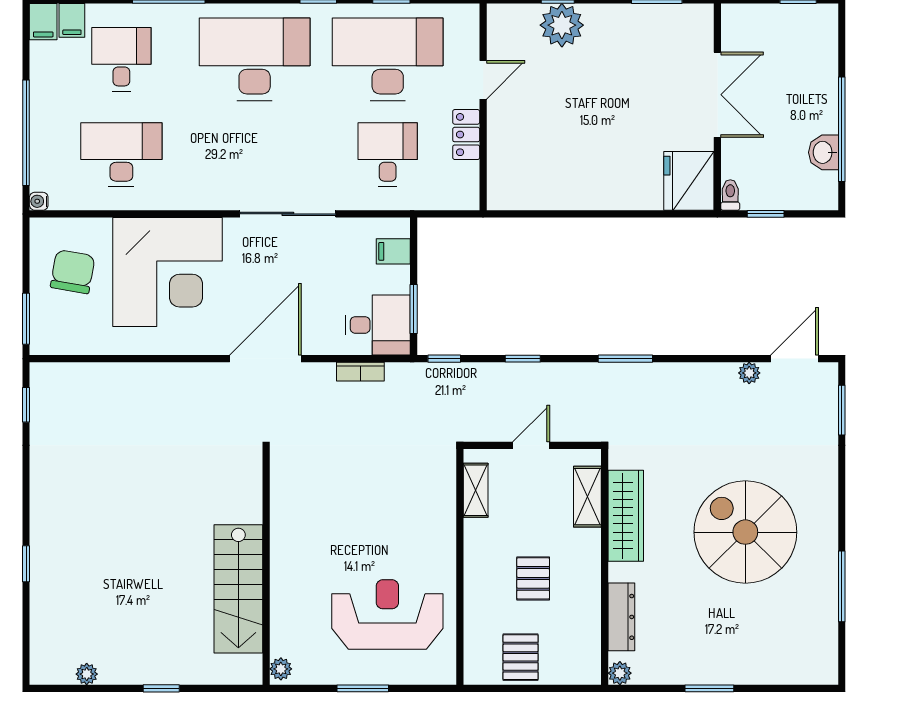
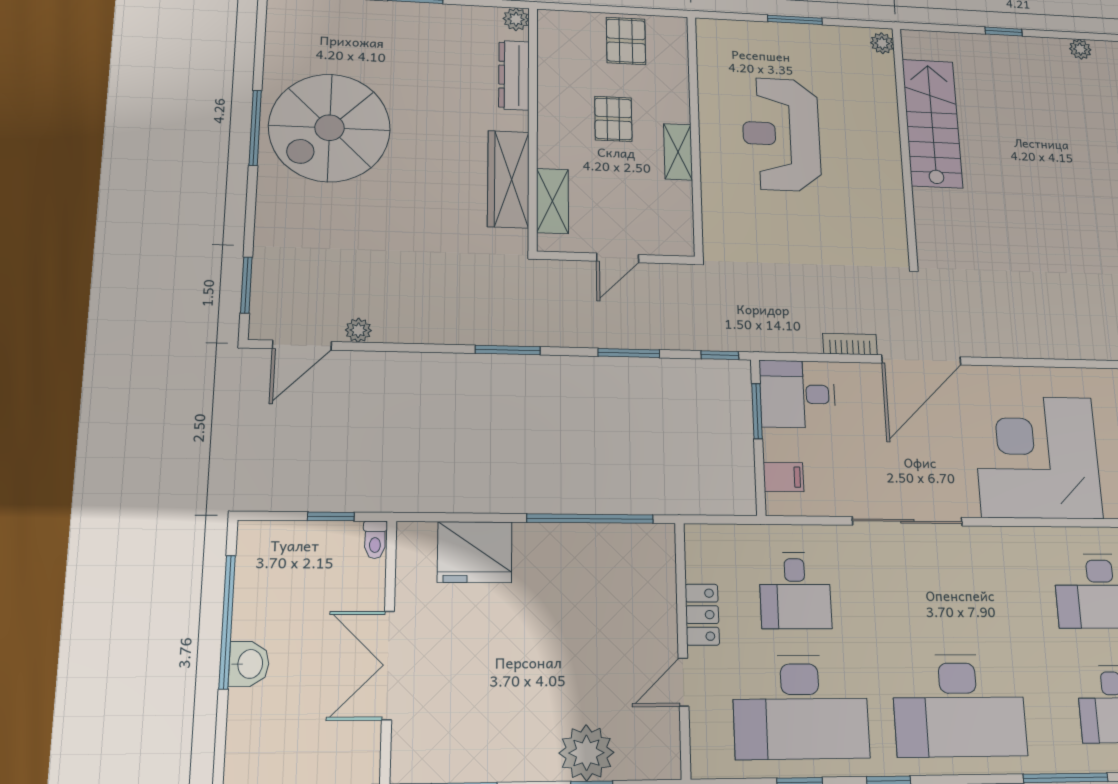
washbasin: (823, 152) -> (249, 664), moved
fridge: (689, 181) -> (475, 552), moved, turned 90
window: (557, 214) -> (590, 519), added
window: (523, 359) -> (629, 353), width x1.50
bookcase: (360, 372) -> (850, 344), moved
shelving: (476, 490) -> (678, 152), moved
spiral stairs: (745, 532) -> (330, 128), moved, turned 90
window: (842, 586) -> (255, 128), moved
reception desk: (387, 614) -> (781, 134), moved, turned 90

